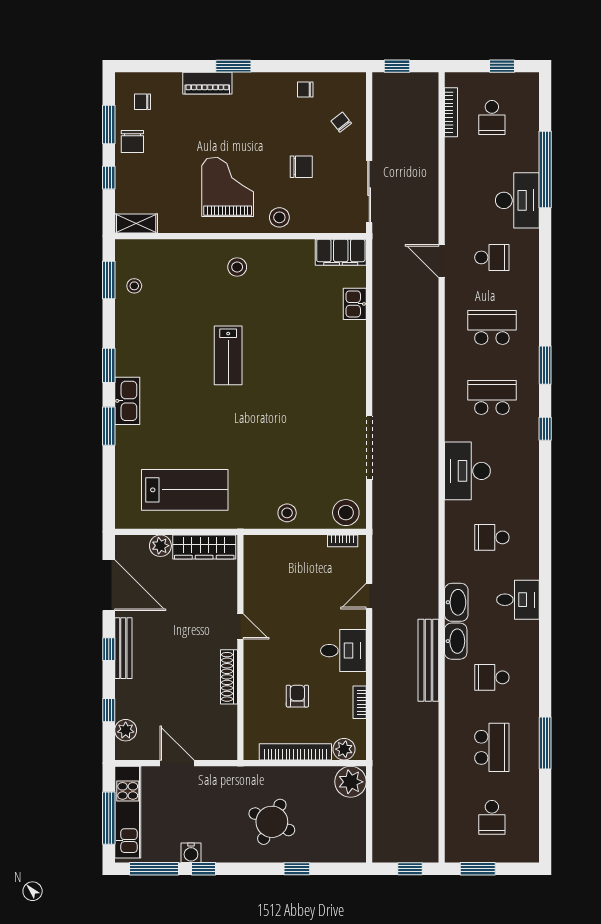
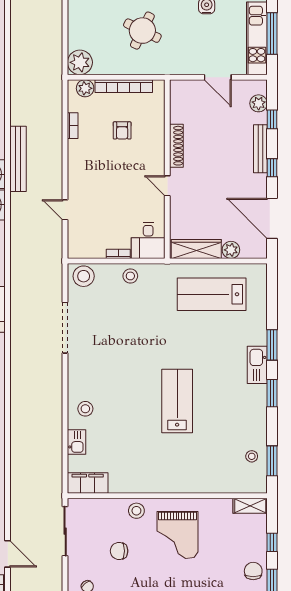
door: (442, 261) -> (8, 554), moved
stool: (237, 267) -> (85, 409), moved
lab bench: (228, 355) -> (177, 401), width x1.36, depth x1.39
bookcase: (343, 541) -> (118, 254), moved
door: (369, 596) -> (65, 210), swing flipped
bench: (123, 648) -> (260, 149), moved
desk: (343, 651) -> (148, 240), moved, turned -90

